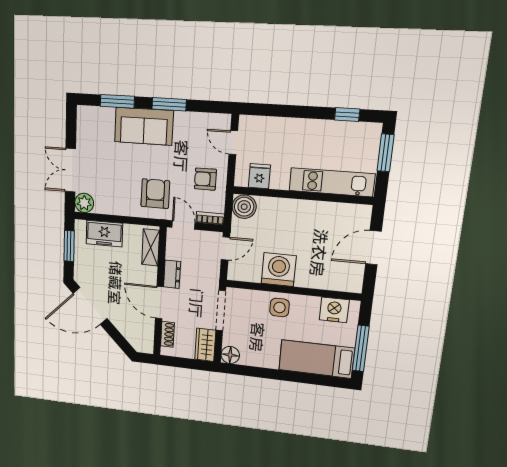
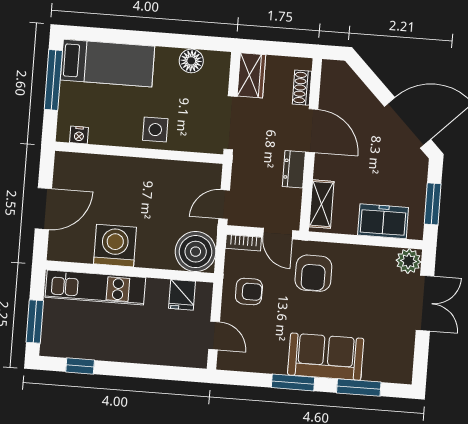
boiler: (244, 207) -> (196, 252), width x1.37, depth x1.37
washing machine: (279, 270) -> (115, 246), moved, turned 180
nightstand: (334, 310) -> (79, 135), width x0.53, depth x0.56
floor lamp: (230, 355) -> (191, 61), moved

